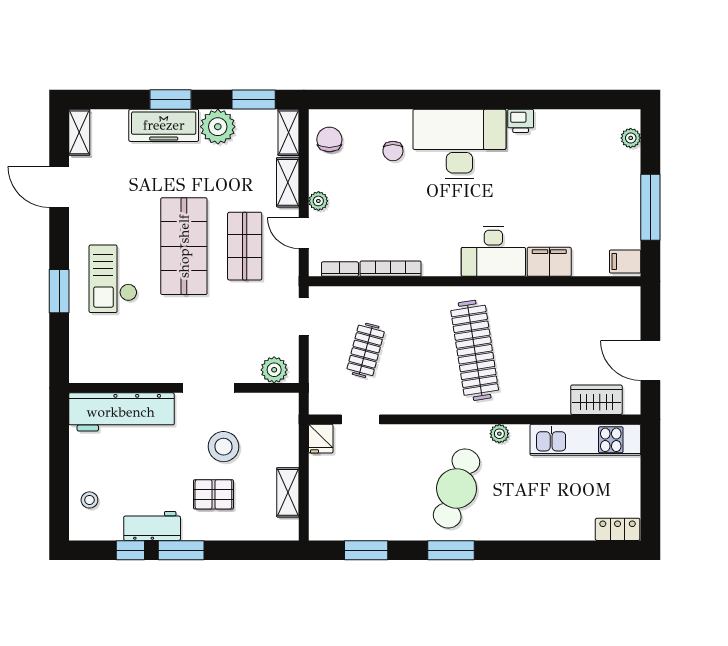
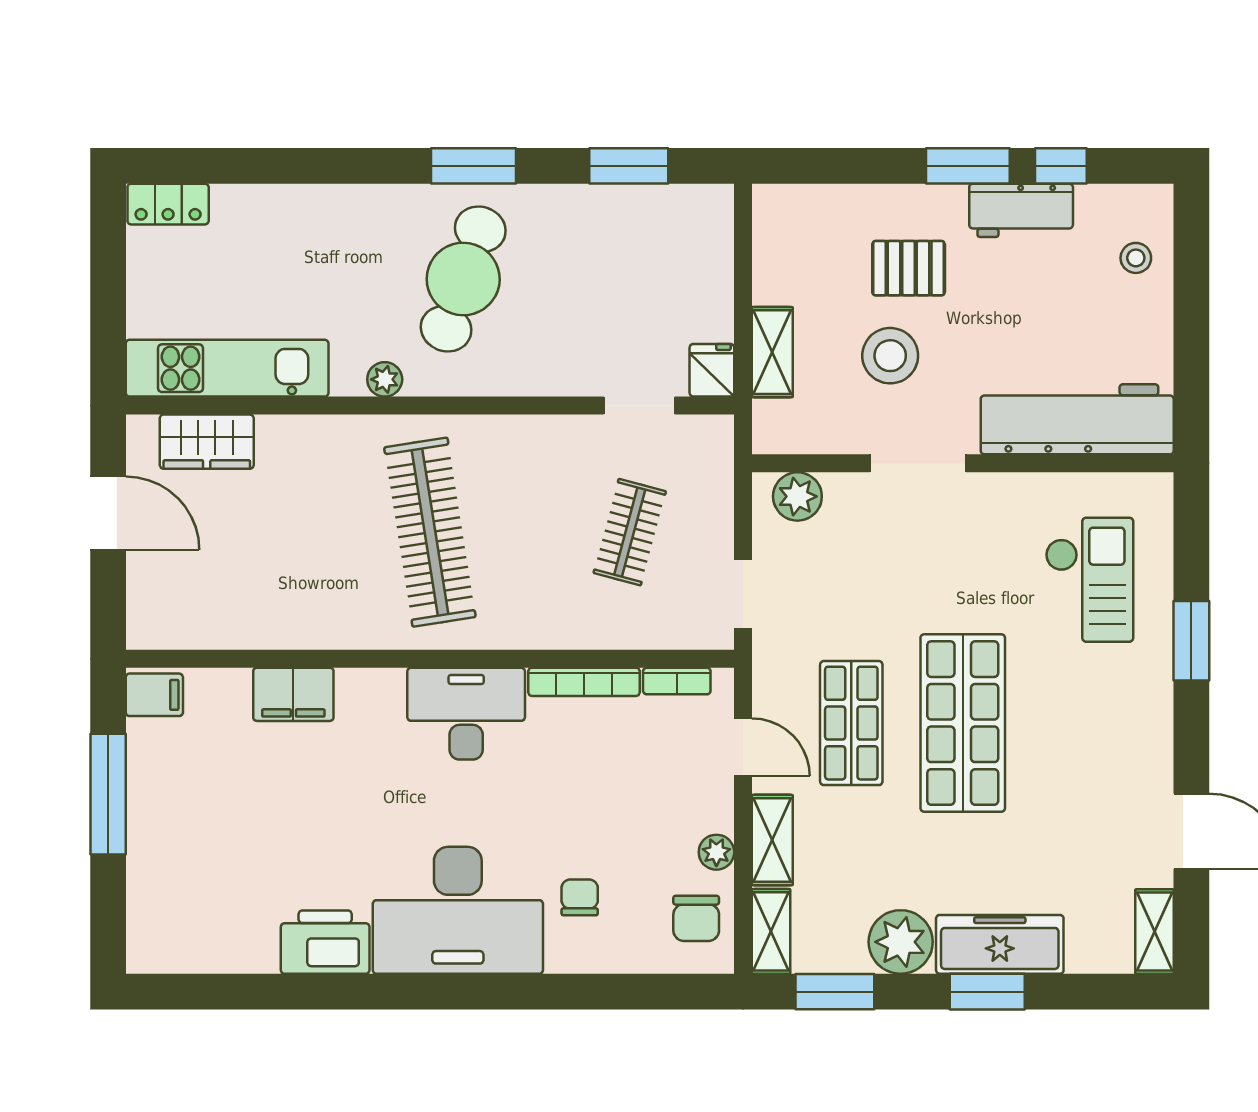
printer: (521, 121) -> (325, 942), width x1.87, depth x1.48
plant: (631, 138) -> (144, 921), removed
plant: (318, 201) -> (716, 852), moved
desk: (493, 251) -> (466, 714), moved
checkout: (113, 279) -> (1089, 580), moved
shelving: (288, 492) -> (772, 352), moved

